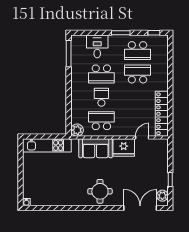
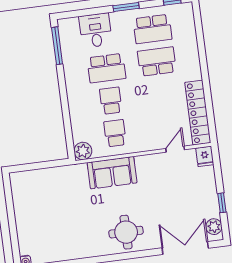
school desk: (101, 121) -> (115, 133), width x0.54
kitchen unit: (47, 145) -> (44, 178), removed
fridge: (124, 148) -> (205, 156), moved, width x0.53, depth x0.75

